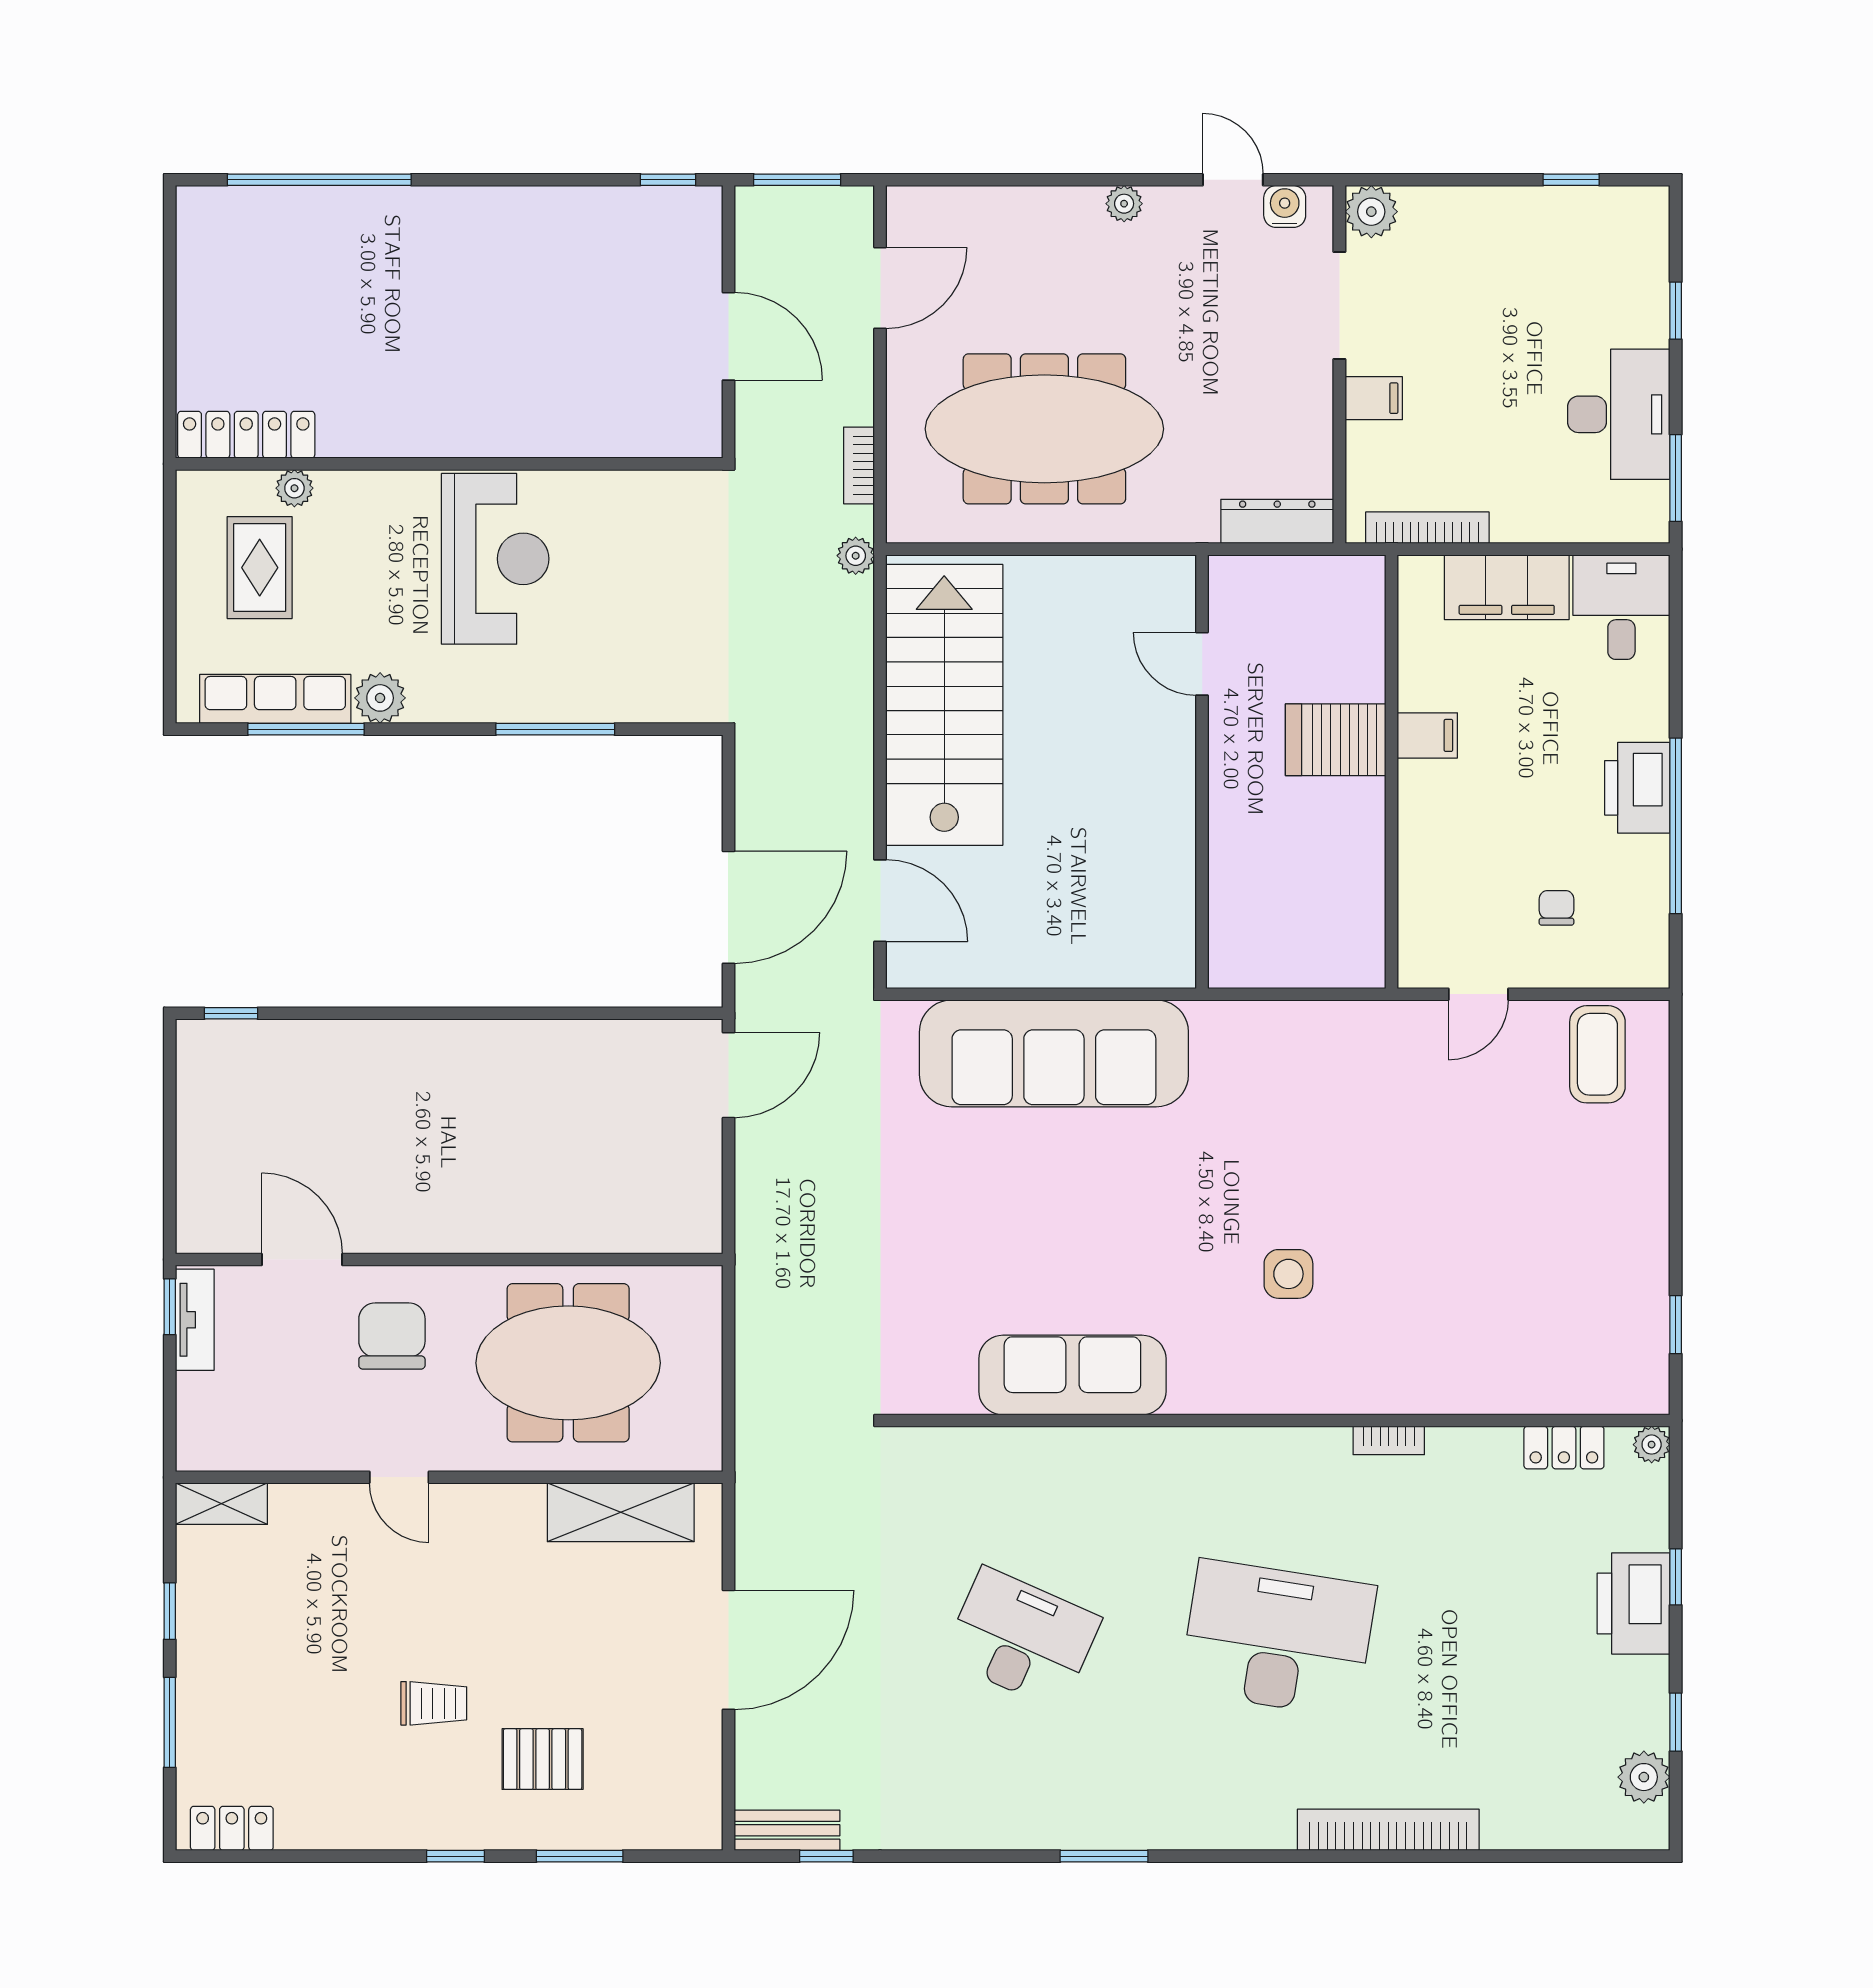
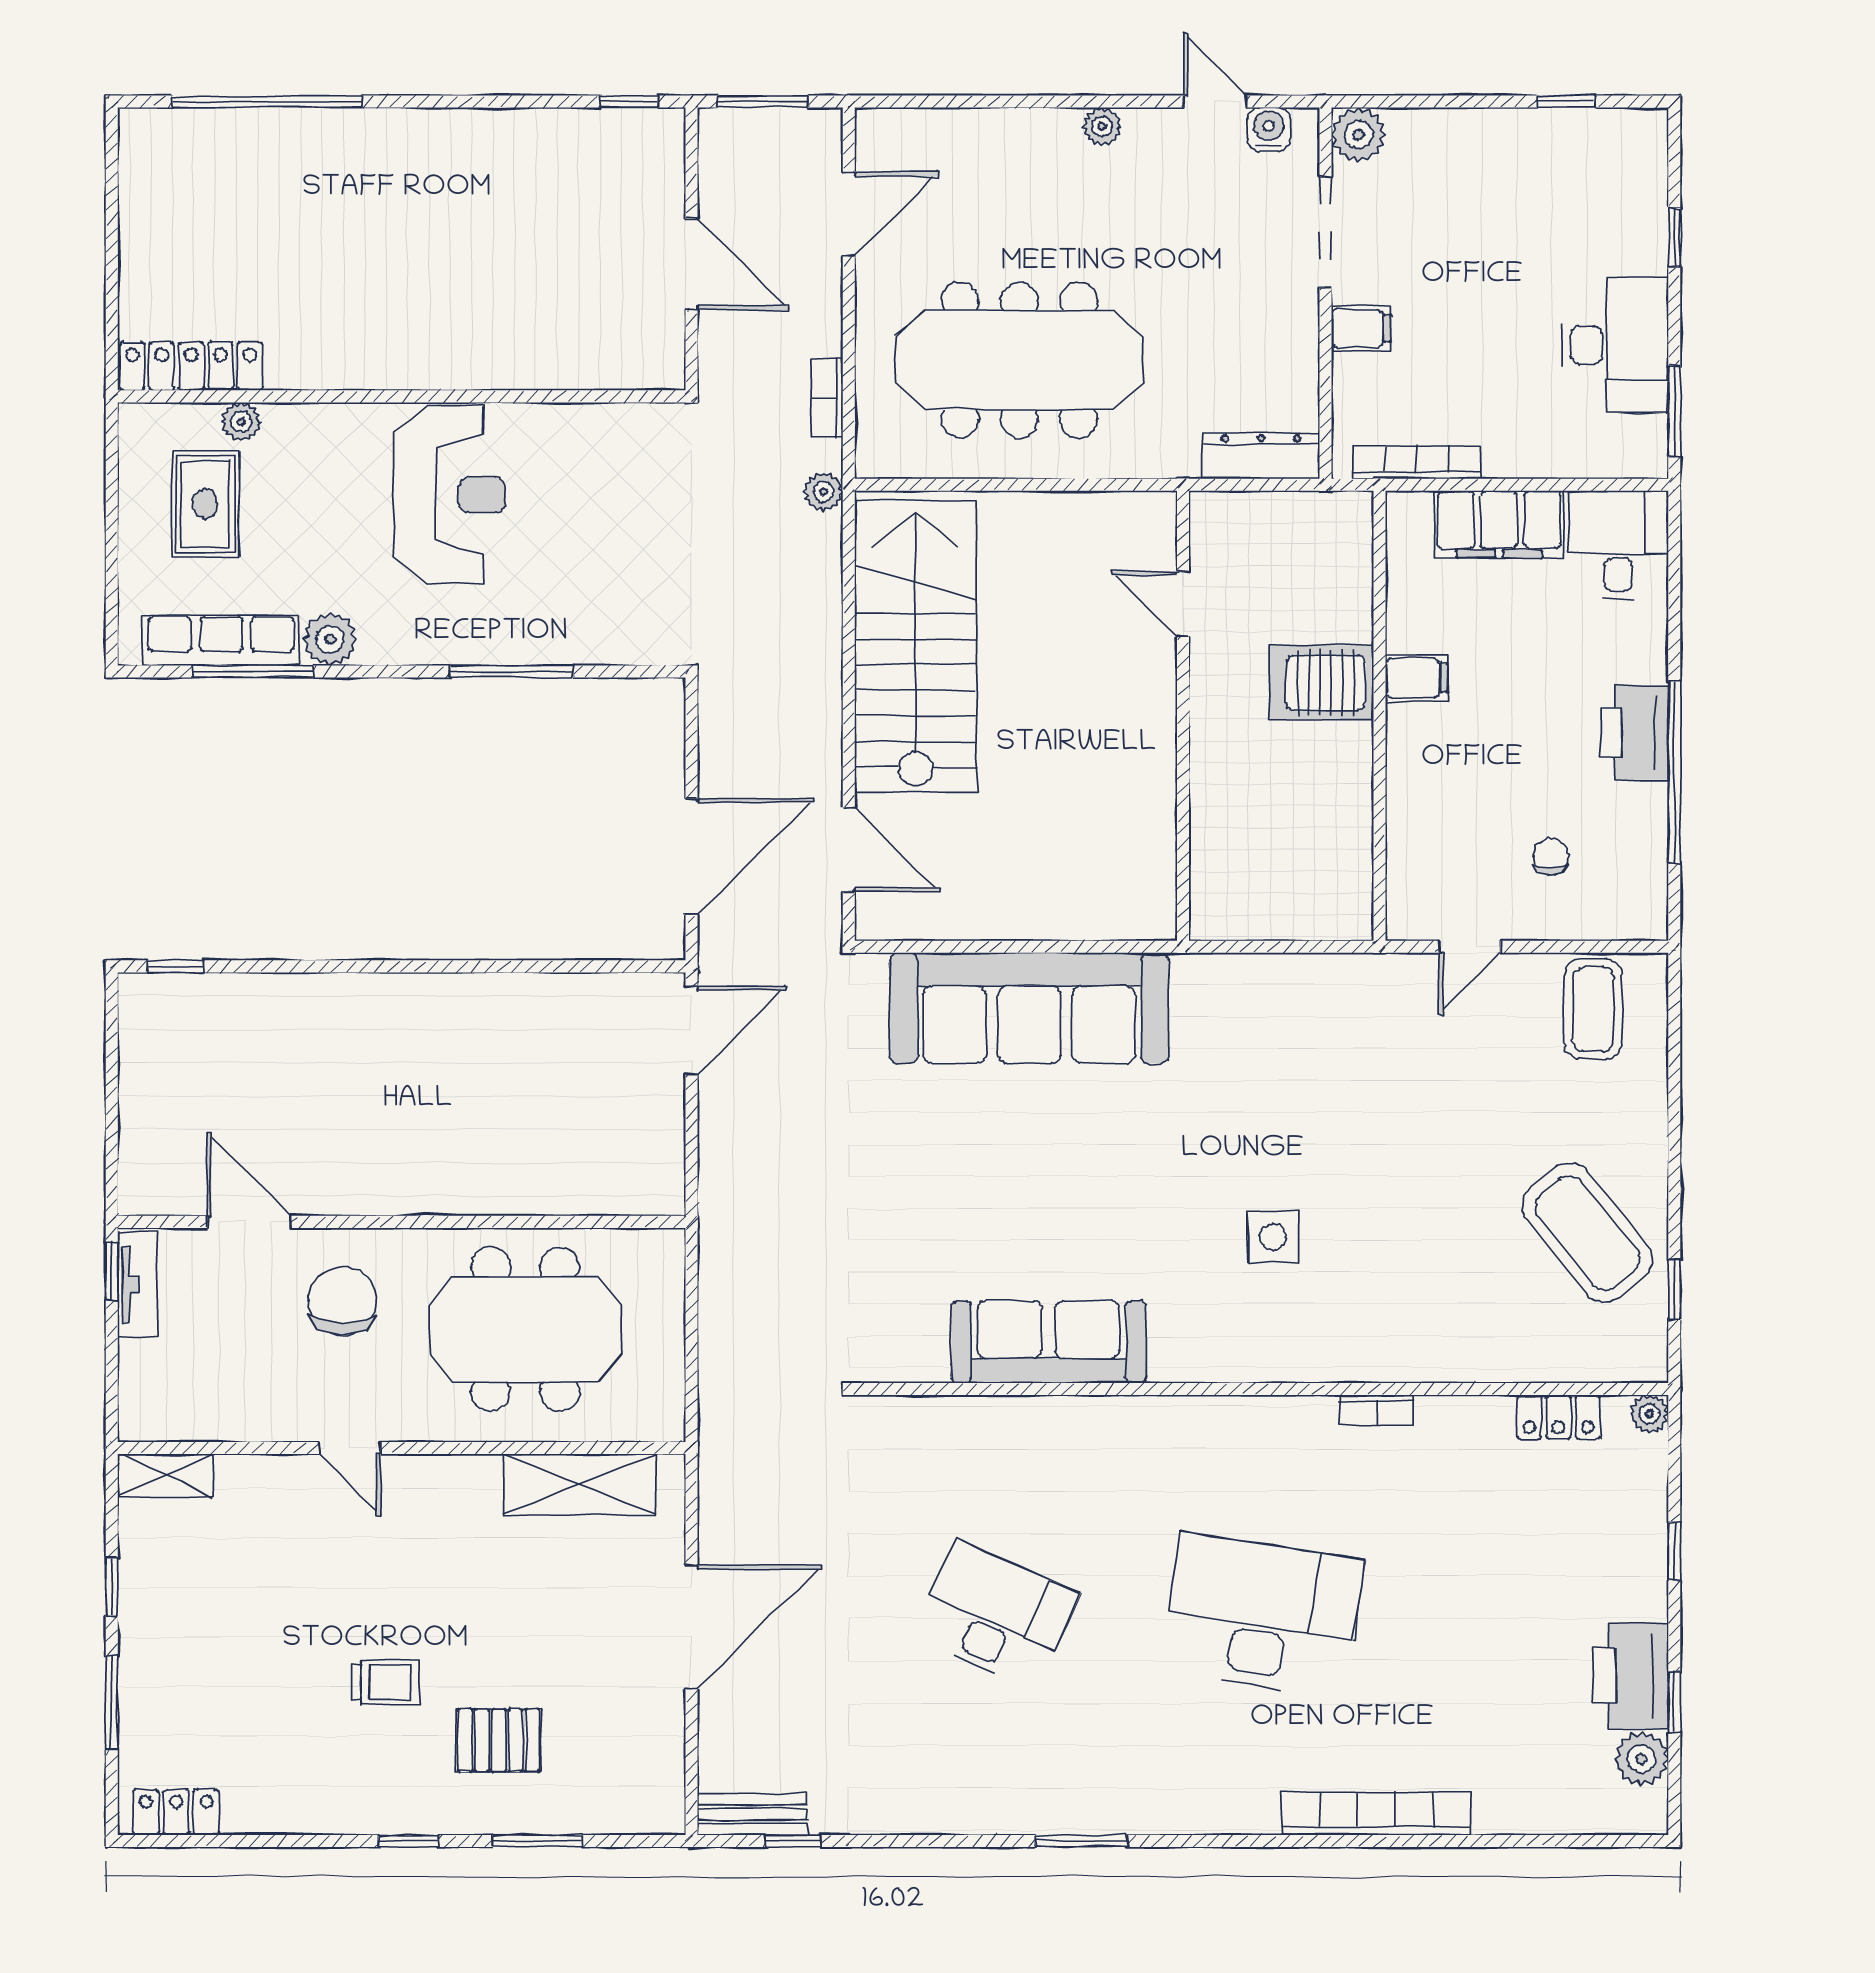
coffee table: (1592, 1270) -> (1587, 1233), added
printer: (1634, 1603) -> (1631, 1675), moved

